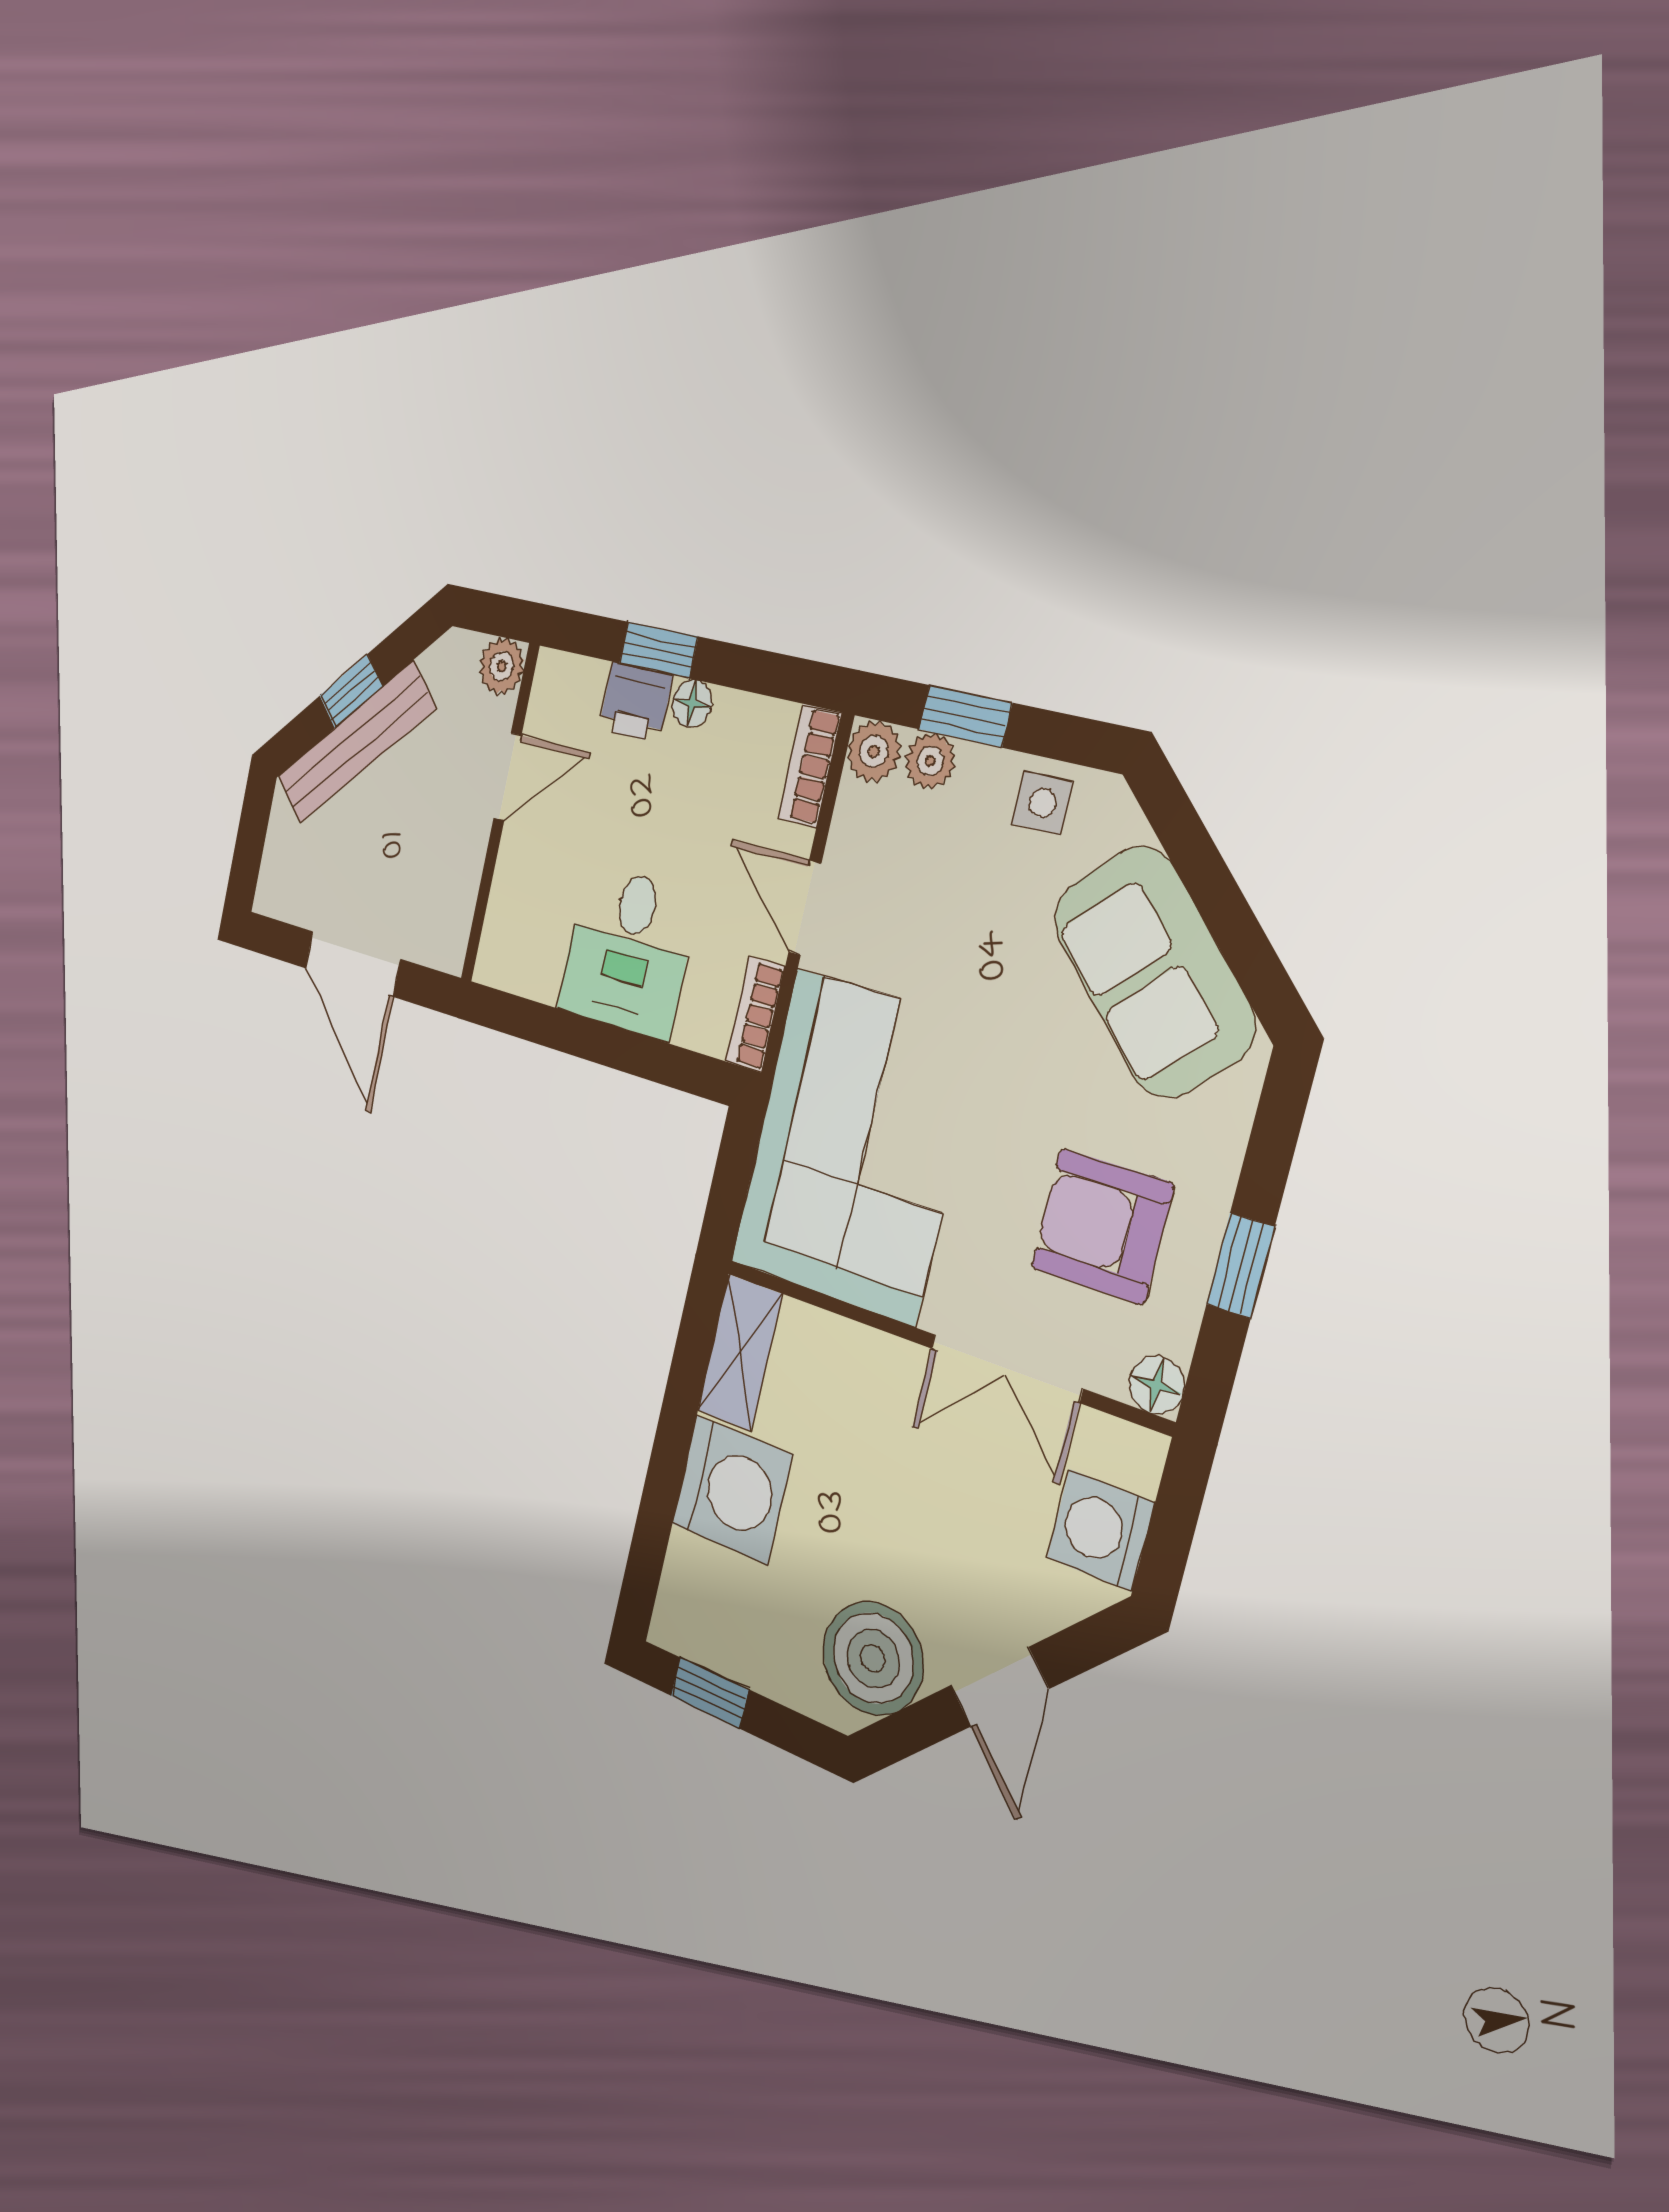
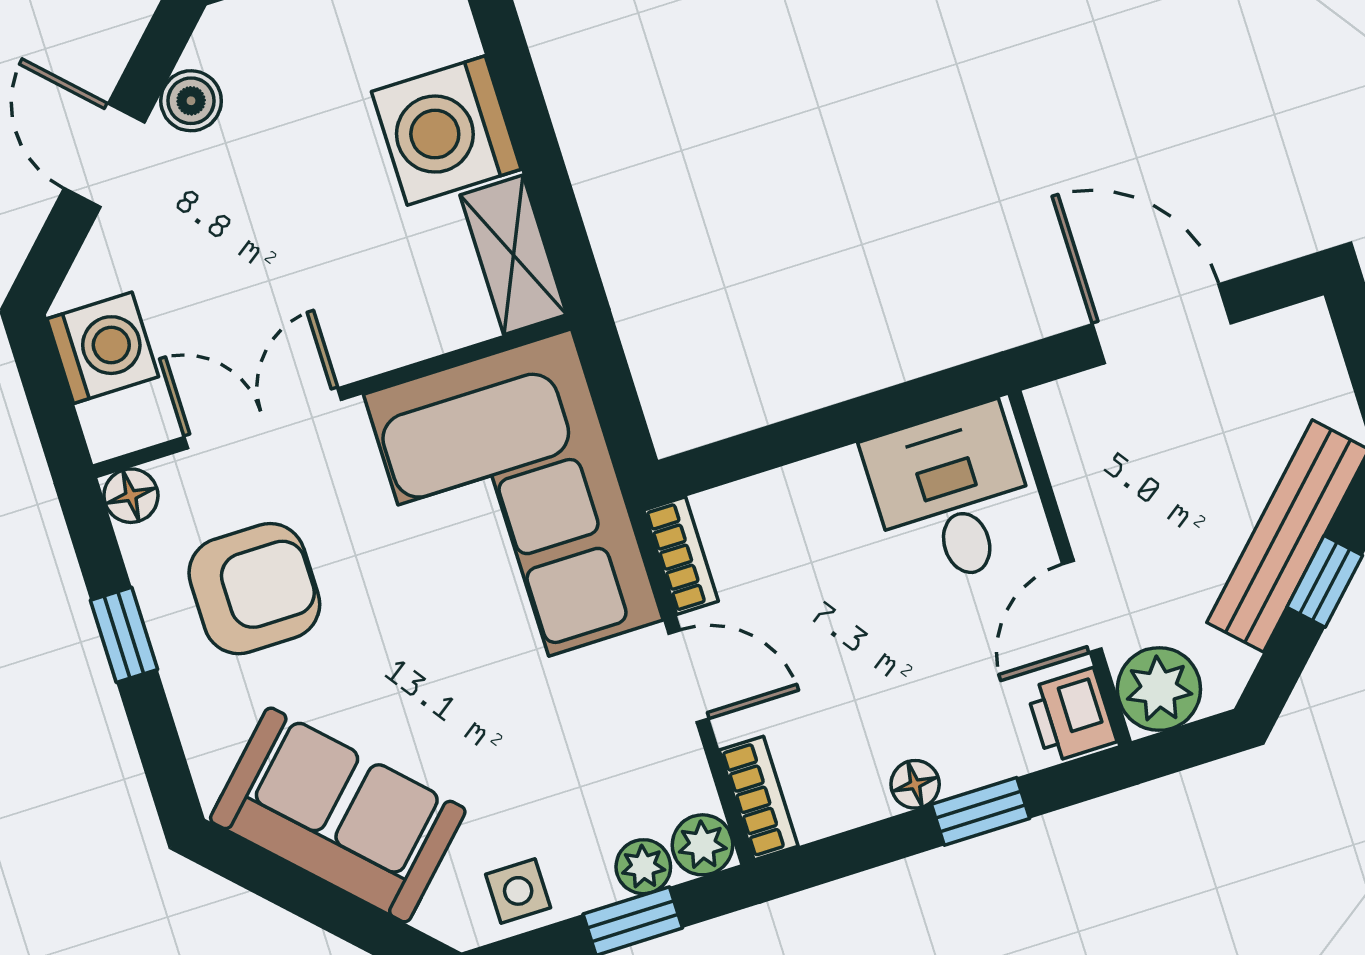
plant: (502, 666) -> (1159, 689), width x1.38, depth x1.38
printer: (636, 702) -> (1071, 715), moved, turned -90
desk: (628, 952) -> (952, 496), moved
boiler: (873, 1658) -> (191, 101), width x0.54, depth x0.54

